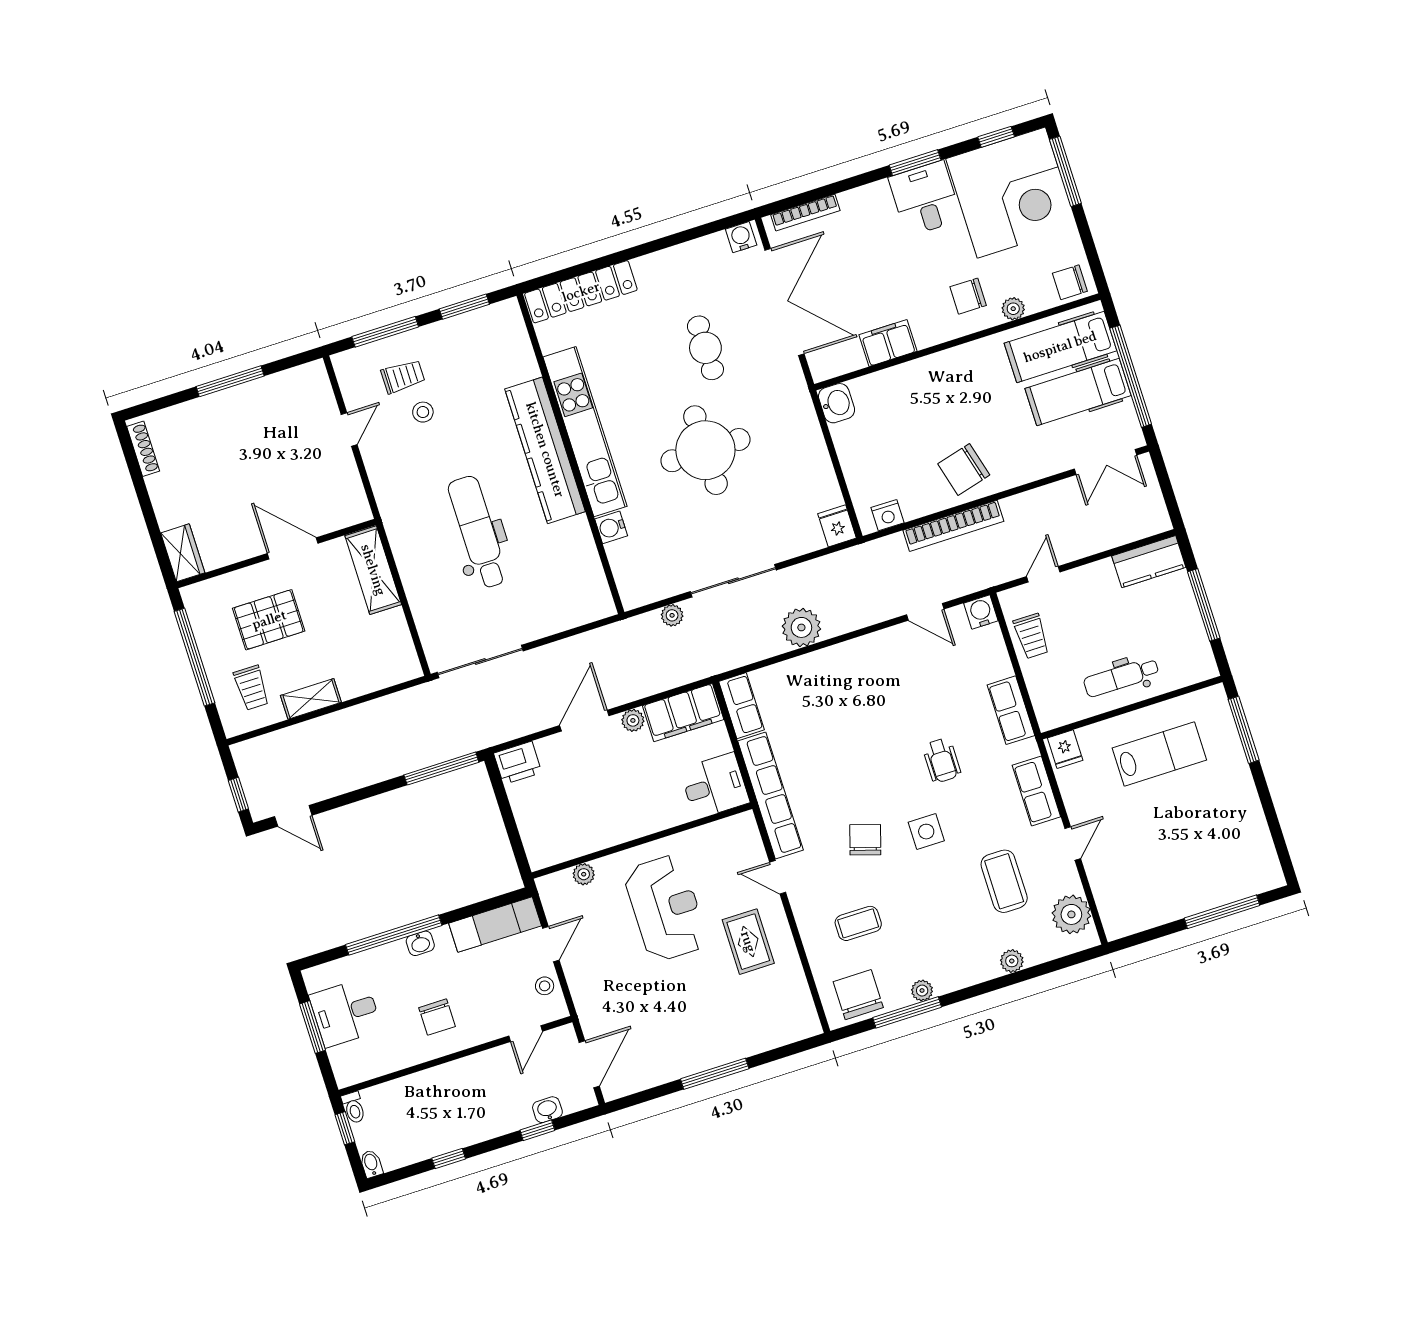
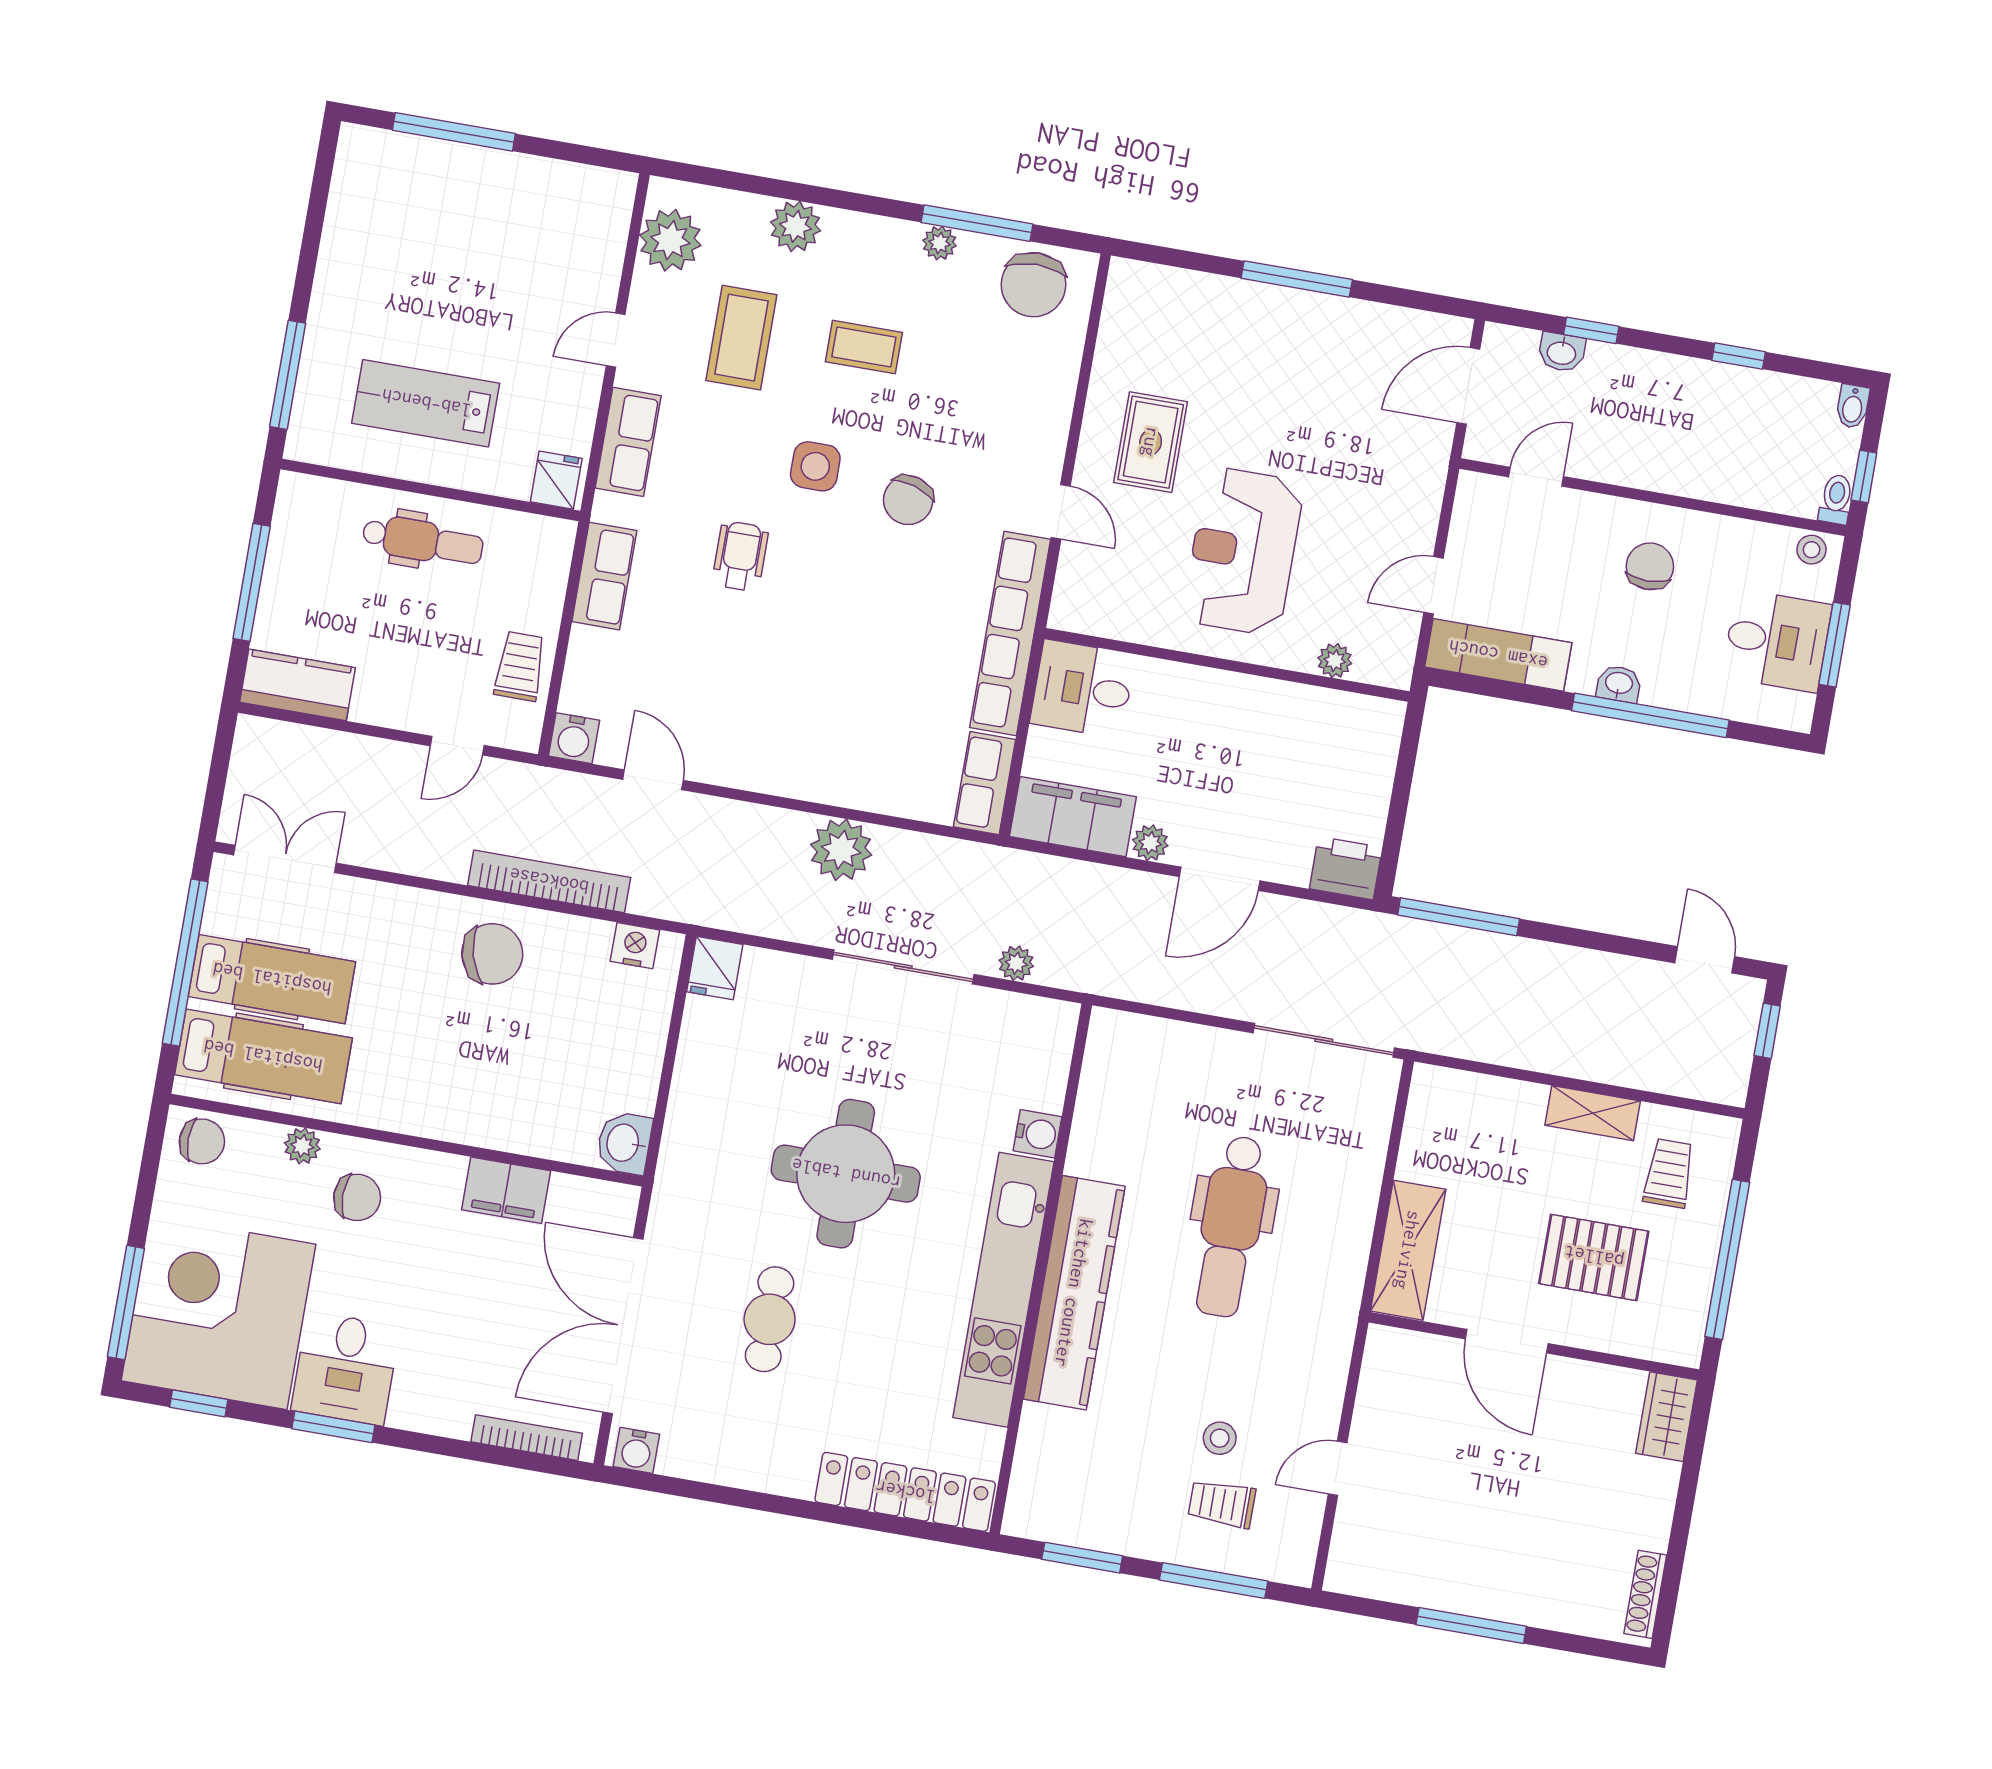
coffee table: (858, 923) -> (864, 347), moved
plant: (1012, 961) -> (795, 226), width x1.38, depth x1.38
stool: (545, 986) -> (1812, 550), moved

